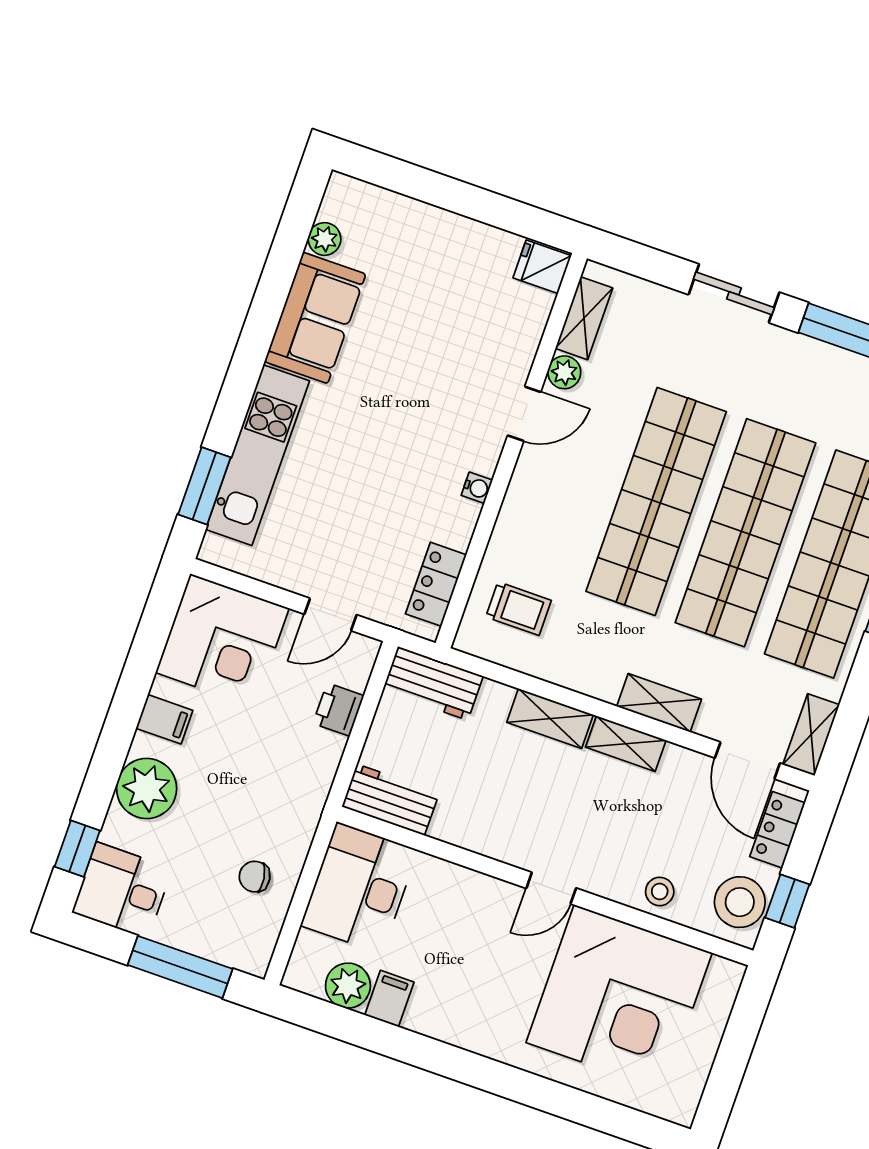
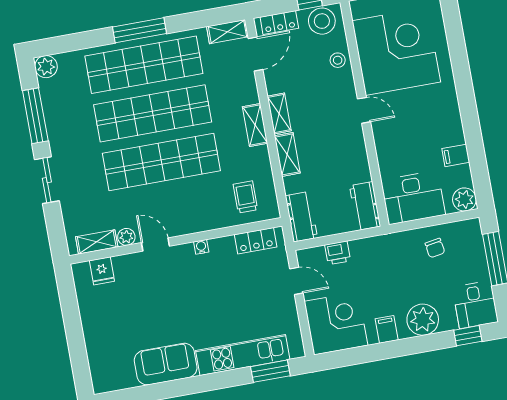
plant: (324, 239) -> (127, 380), removed
fridge: (542, 267) -> (102, 271), moved
shelving: (659, 703) -> (255, 125), moved
plant: (348, 986) -> (464, 200), moved

